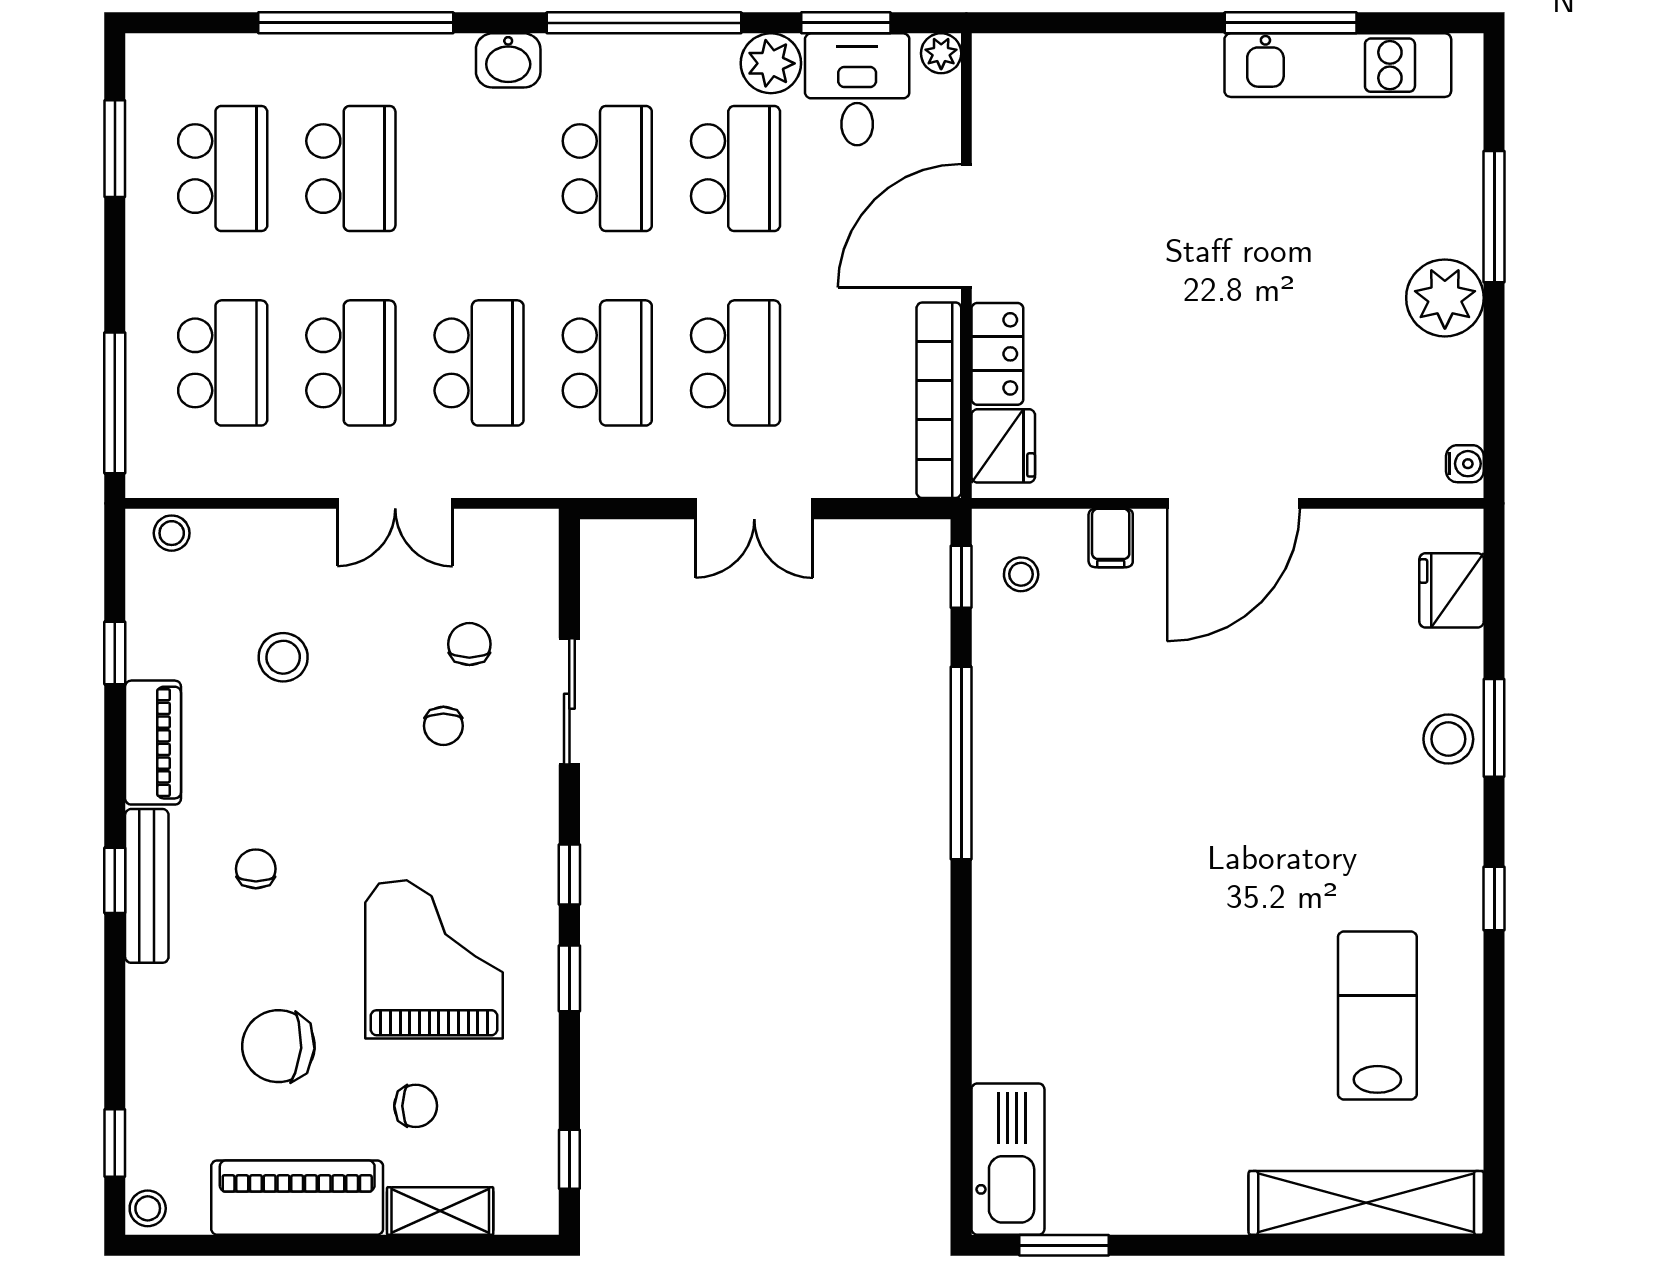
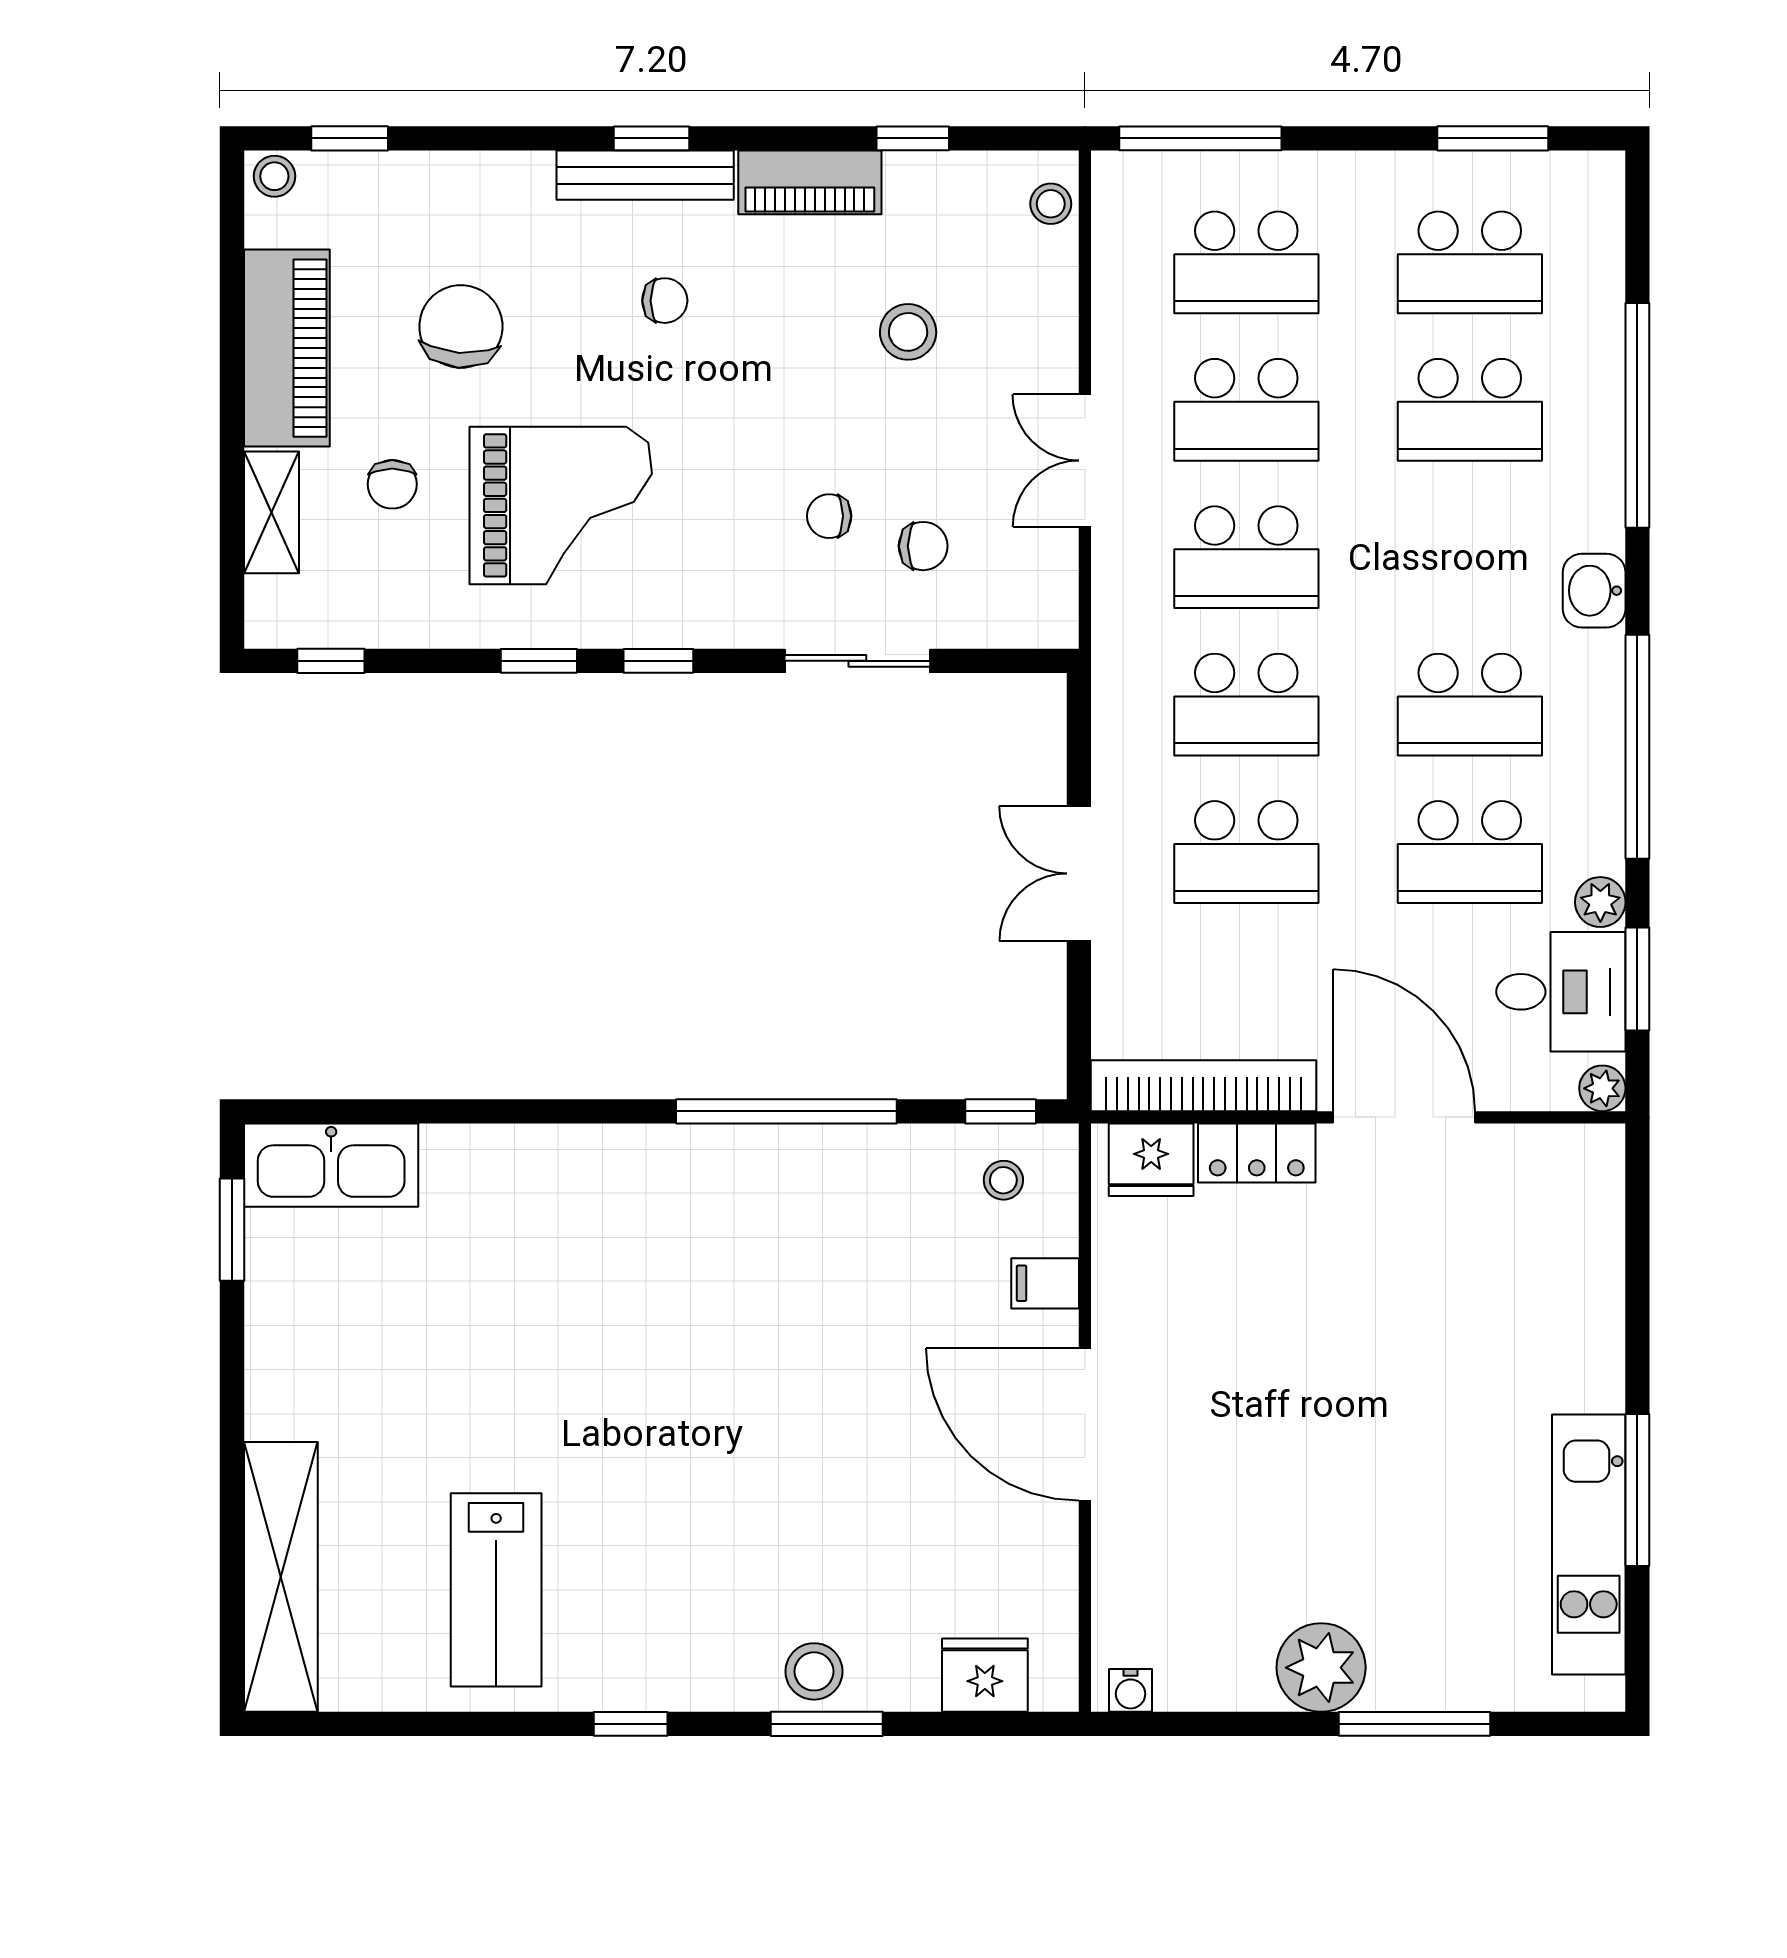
plant: (771, 63) -> (1600, 902), width x0.73, depth x0.73
lab bench: (1377, 1016) -> (496, 1590), turned 90

